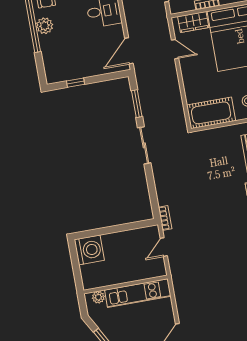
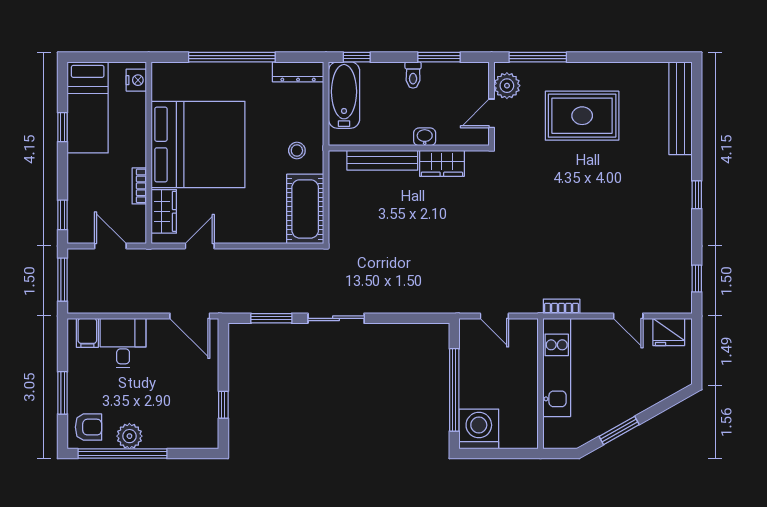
bookcase: (165, 218) -> (562, 306), moved
window: (112, 230) -> (454, 390), added
plant: (98, 297) -> (552, 428), removed

